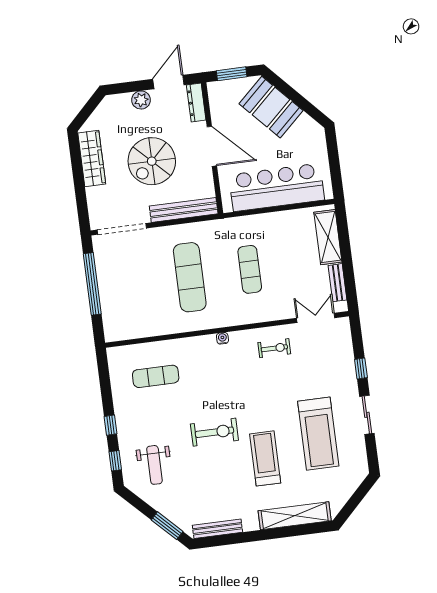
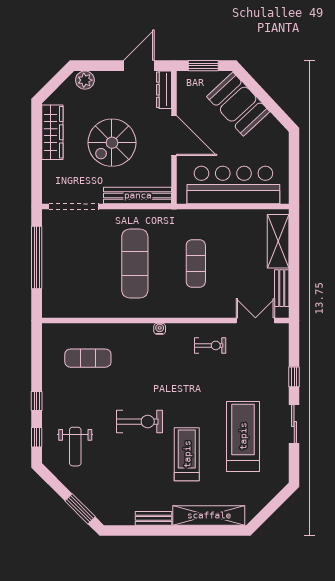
plant: (141, 100) -> (85, 80), moved
treadmill: (318, 434) -> (243, 436), turned 180
bench: (217, 529) -> (153, 518), moved, width x0.73

